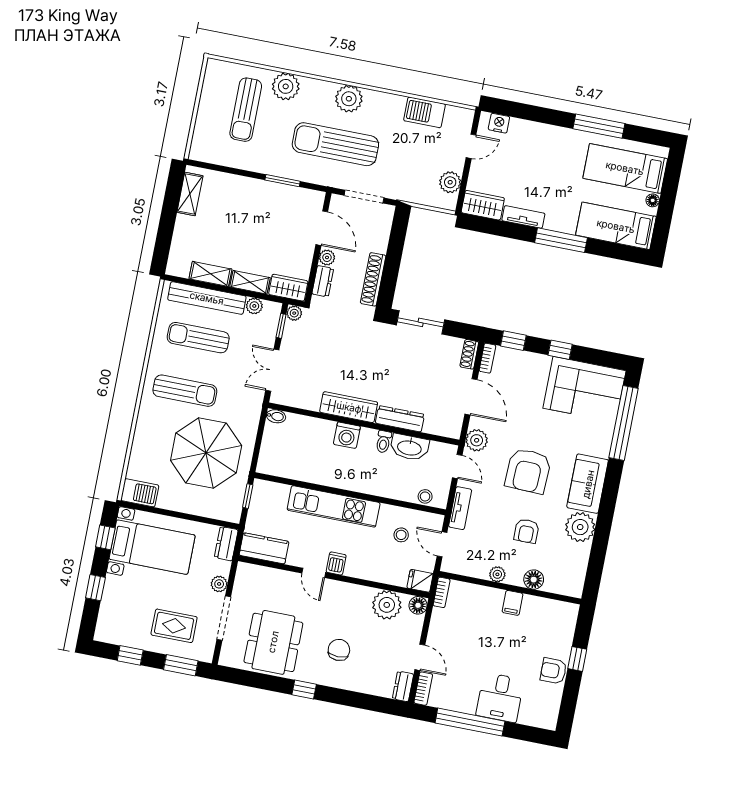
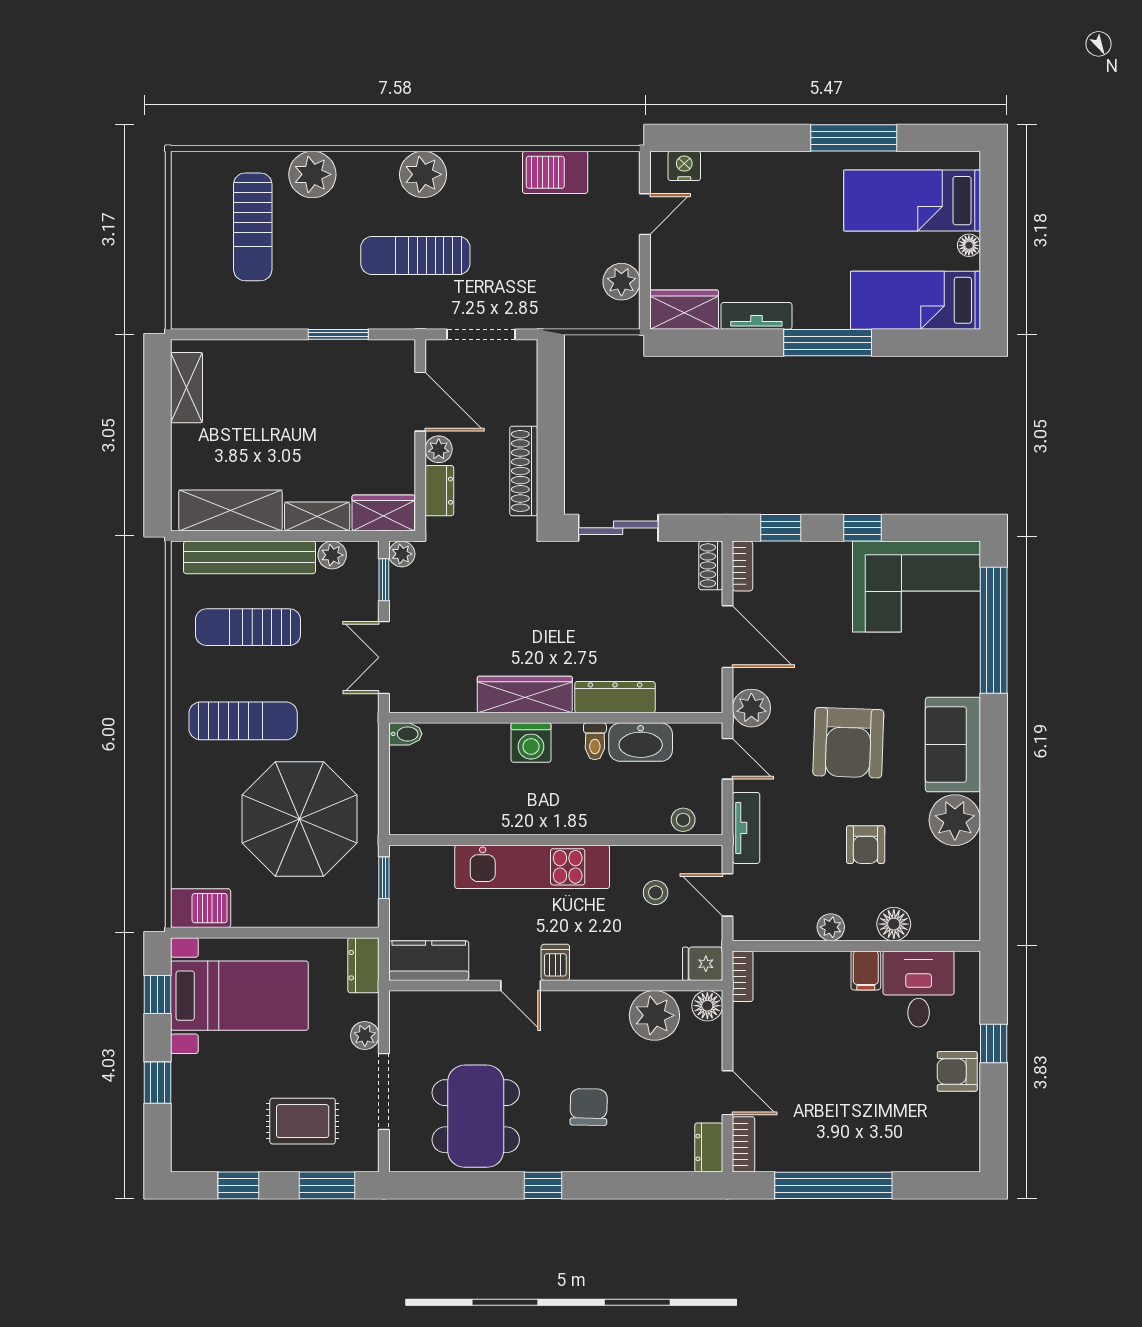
sun lounger: (335, 144) -> (415, 255), width x0.73, depth x0.75
shelving: (210, 274) -> (230, 510), width x1.50, depth x1.33
desk: (500, 697) -> (919, 989), moved, turned 180

